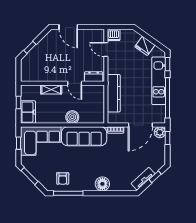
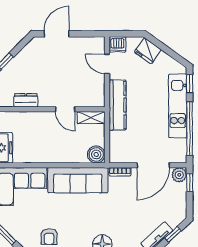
door: (68, 27) -> (57, 34), swing flipped
fridge: (145, 46) -> (148, 51), moved
dresser: (94, 77) -> (26, 100), moved
shelving: (51, 90) -> (91, 118), moved
kitchen counter: (114, 93) -> (118, 105), moved
boiler: (72, 117) -> (96, 154), moved

